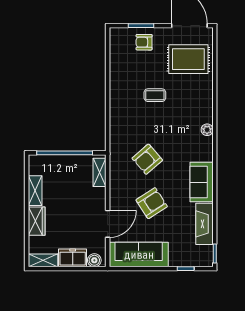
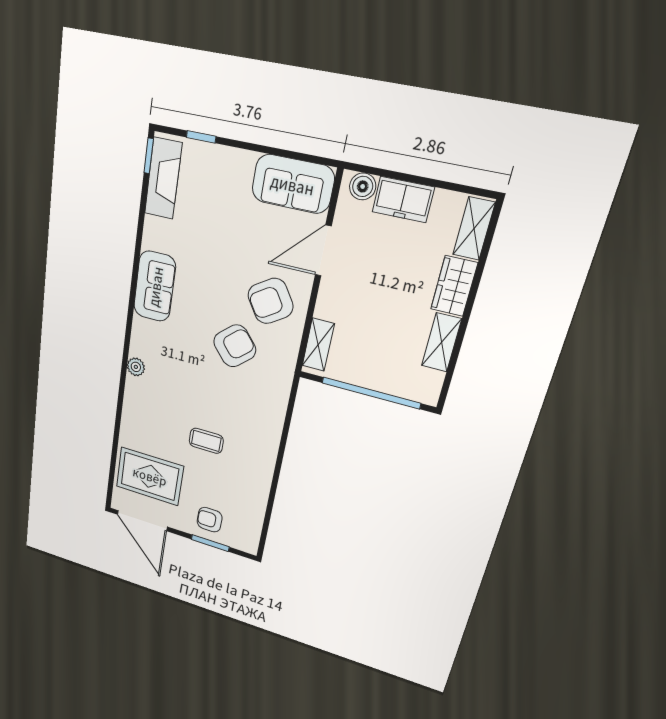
armchair: (144, 42) -> (210, 520), turned 180
armchair: (152, 203) -> (270, 301), moved
fireplace: (204, 224) -> (163, 178), moved
sofa: (139, 255) -> (293, 184), width x0.73
shelving: (43, 260) -> (474, 229), moved, turned 90

